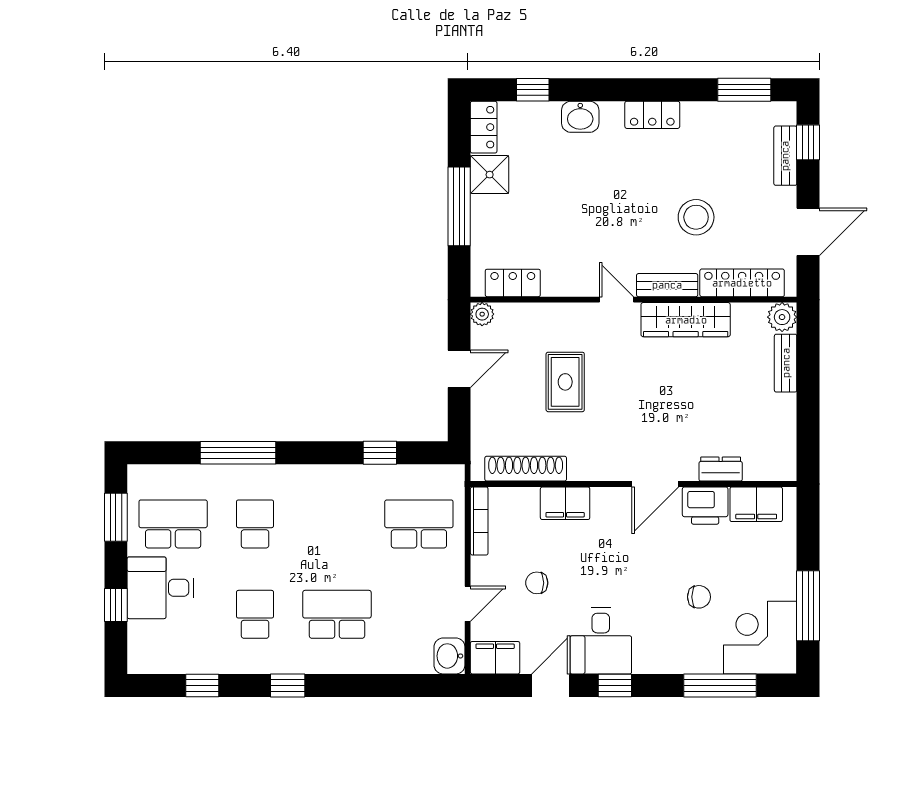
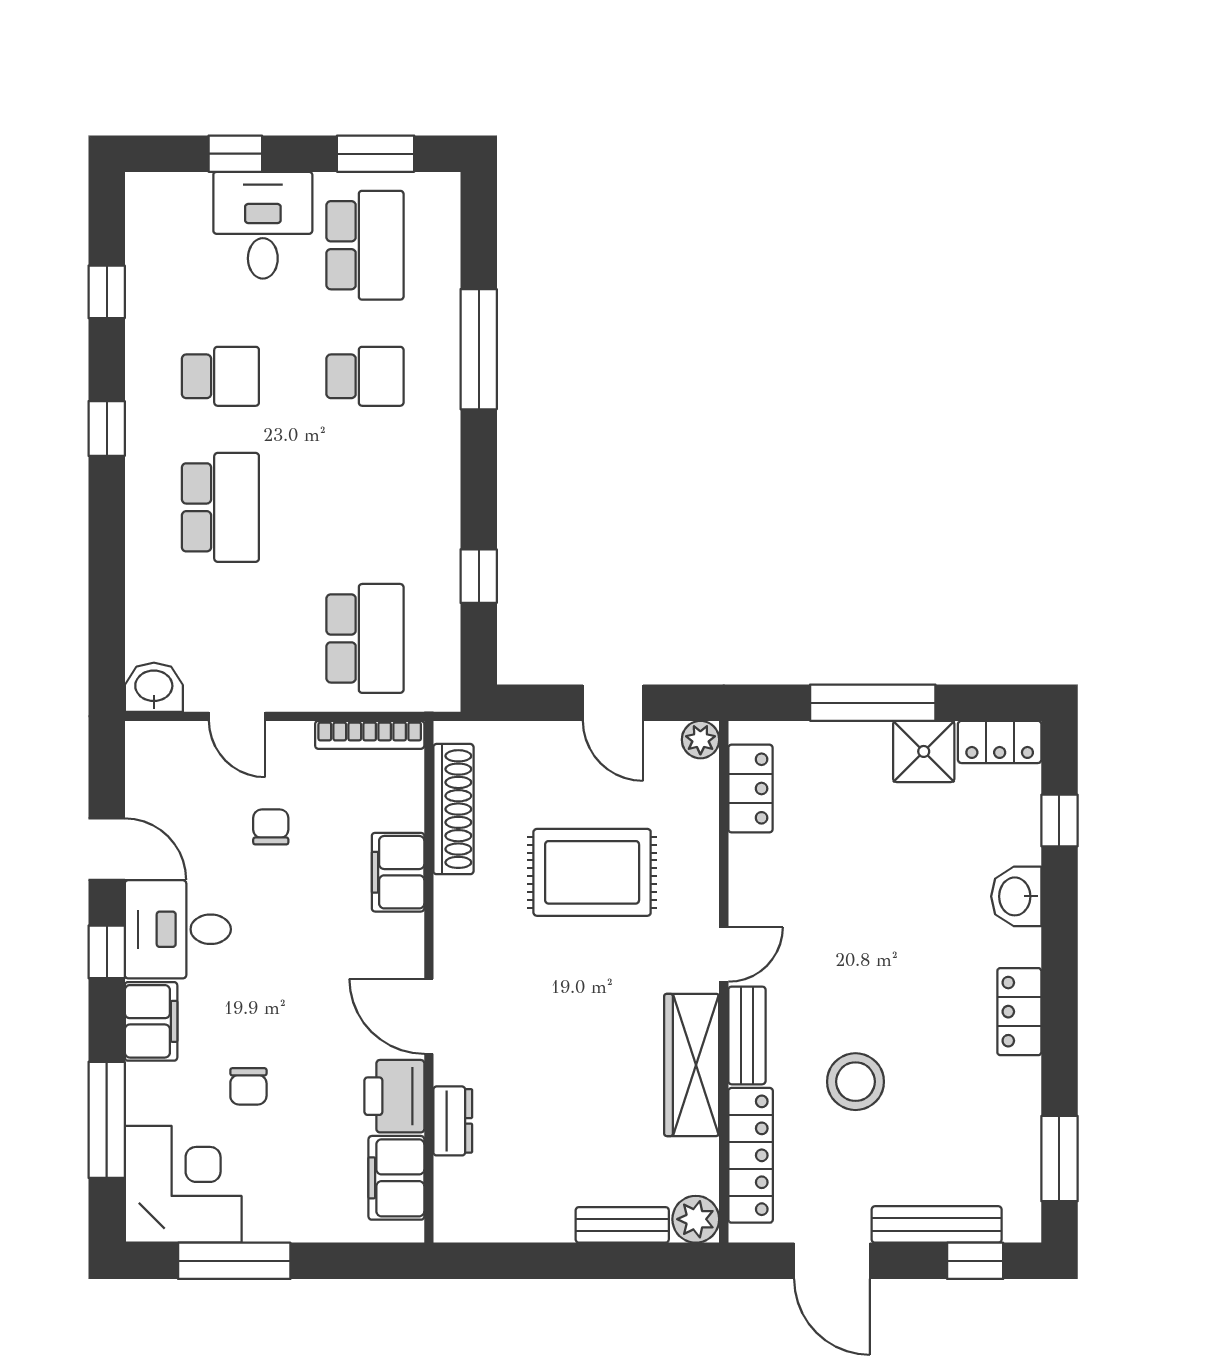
bench: (785, 156) -> (937, 1224), width x1.36
rug: (565, 382) -> (592, 872), width x1.36, depth x1.43
filing cabinet: (495, 658) -> (151, 1021), moved

